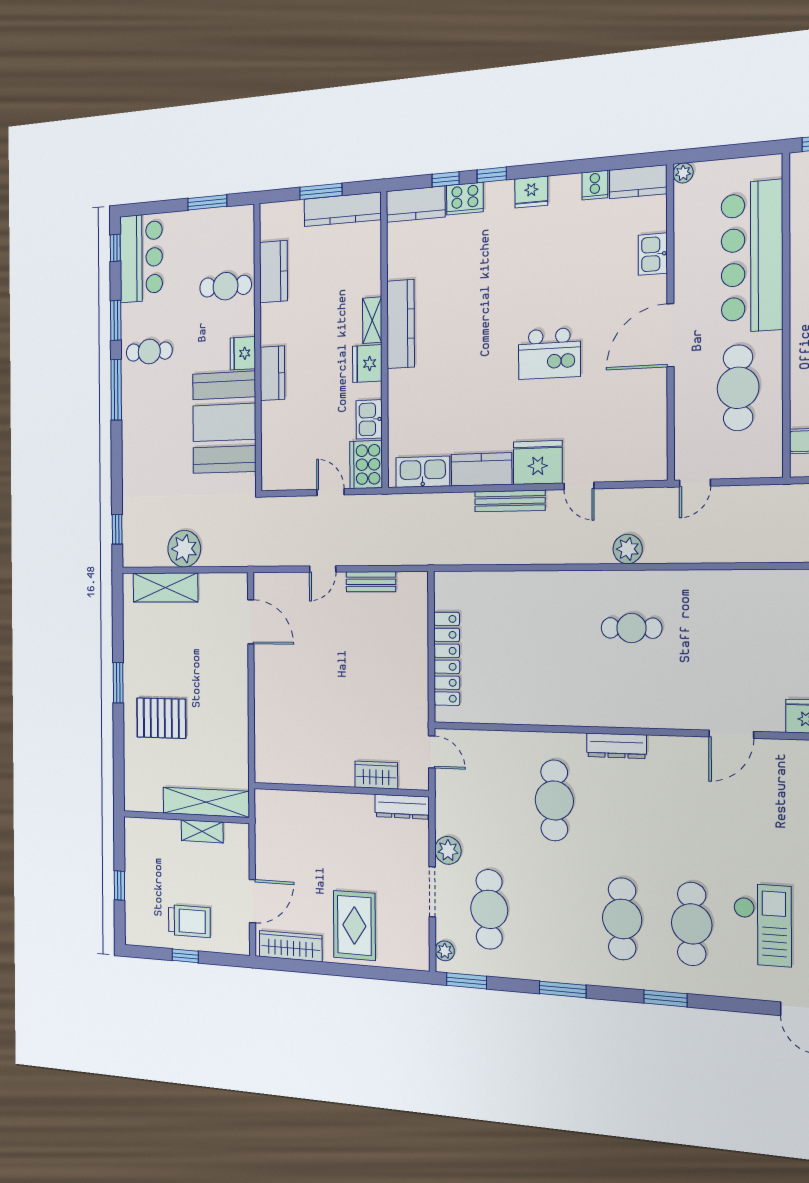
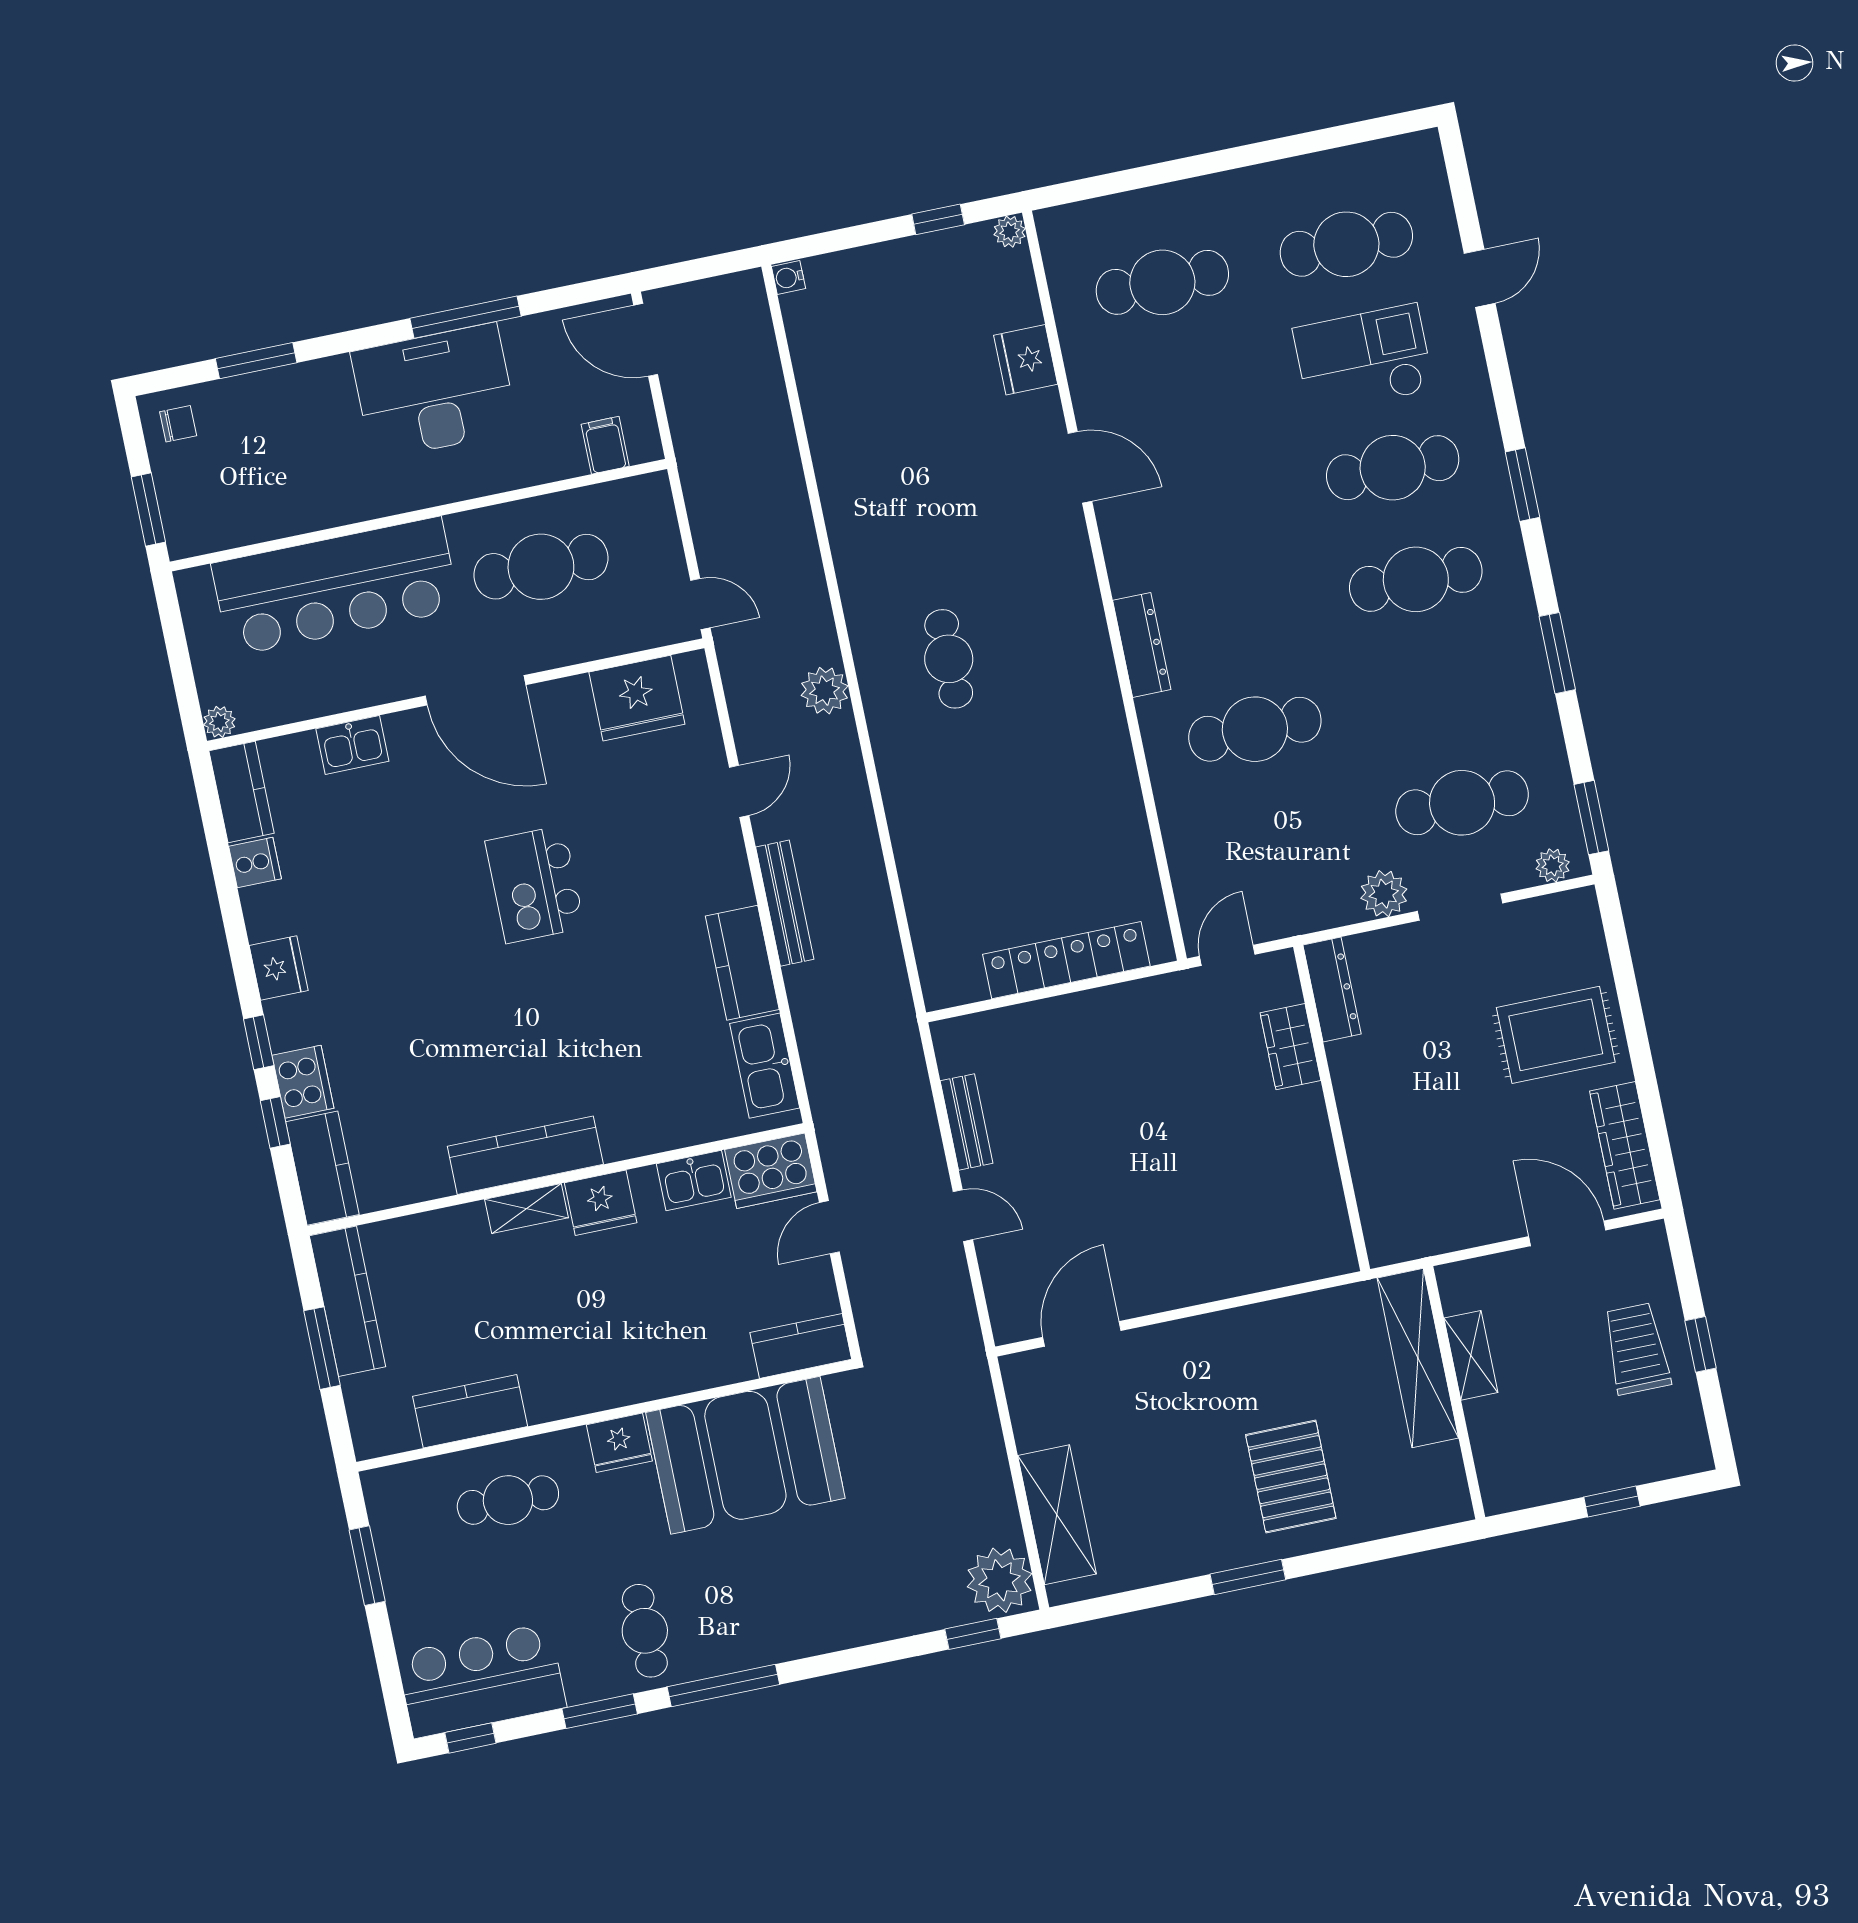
cafe table: (226, 286) -> (508, 1500), turned 90
kitchen island: (549, 354) -> (535, 884), turned 180
kitchen counter: (272, 373) -> (801, 1346), moved
fridge: (538, 463) -> (637, 698), moved, turned -90
plant: (184, 549) -> (1000, 1580), moved

